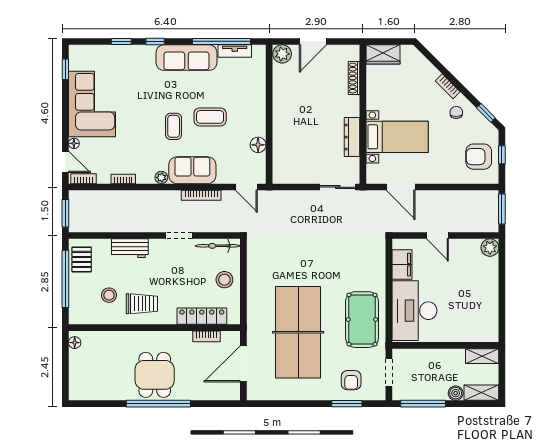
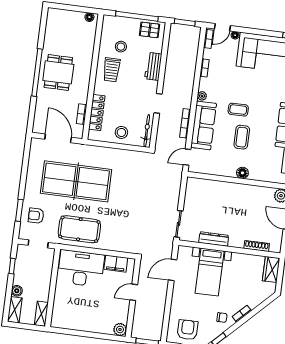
floor lamp: (258, 145) -> (242, 173), moved
sofa: (192, 170) -> (204, 125), width x1.36
dining table: (155, 375) -> (58, 72), turned 90
window: (423, 404) -> (12, 266), width x0.46

